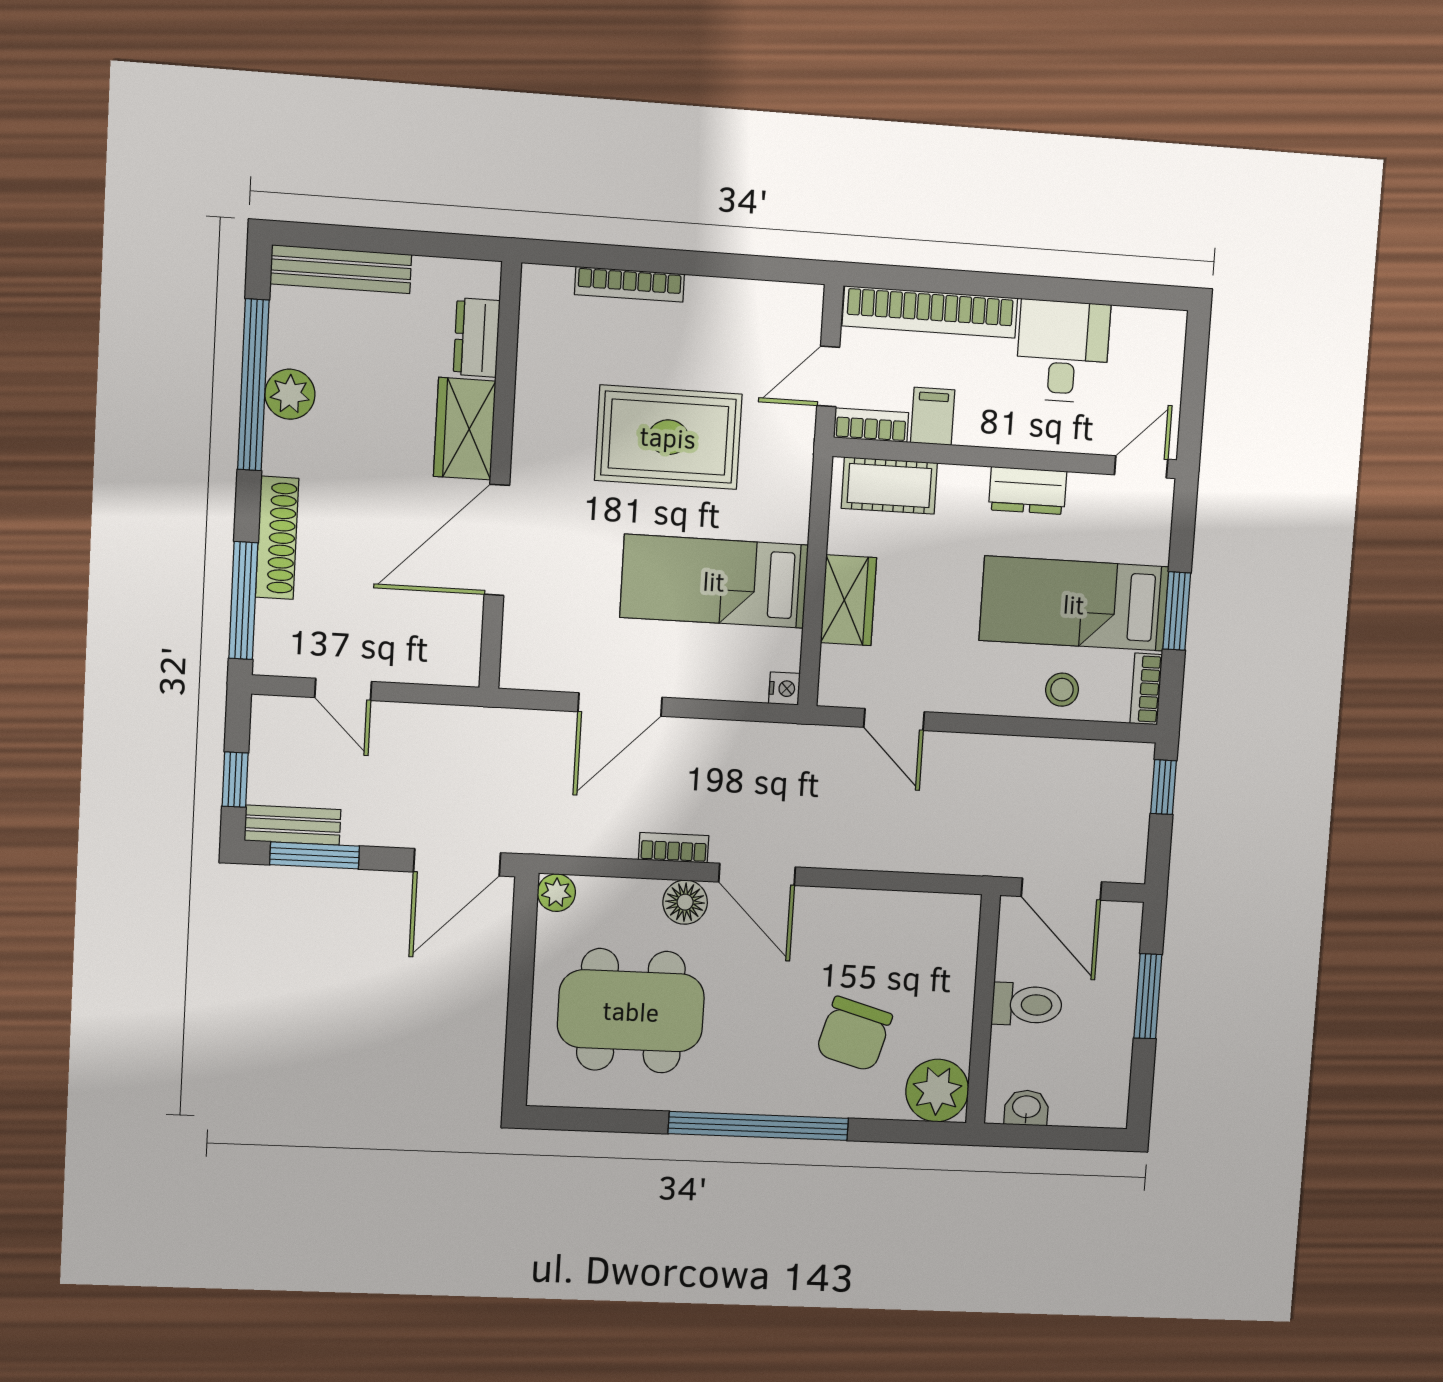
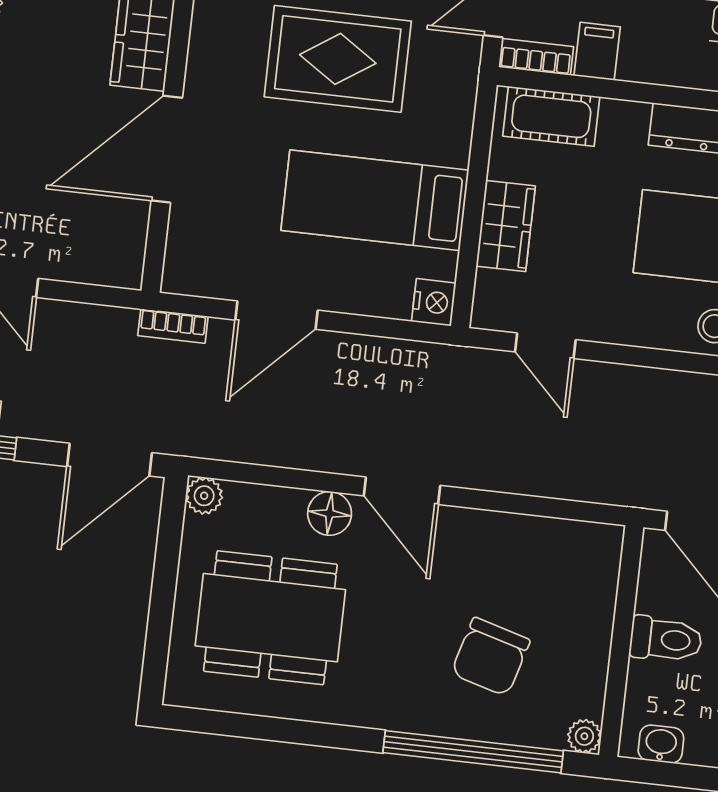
nightstand: (784, 689) -> (434, 302), width x1.39, depth x1.35
bookcase: (674, 848) -> (173, 326), moved, turned 180
plant: (937, 1090) -> (584, 736), width x0.53, depth x0.53
window: (758, 1126) -> (473, 752), moved

